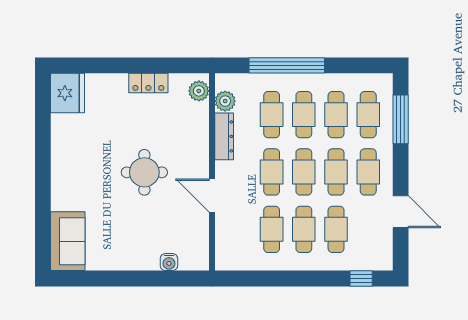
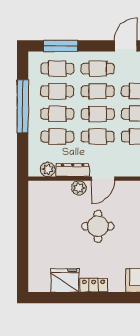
window: (287, 65) -> (23, 106), moved
locker: (148, 83) -> (94, 285), moved, turned -90
plant: (199, 91) -> (79, 188), moved
fridge: (67, 93) -> (65, 280), moved
door: (212, 195) -> (103, 179), moved

